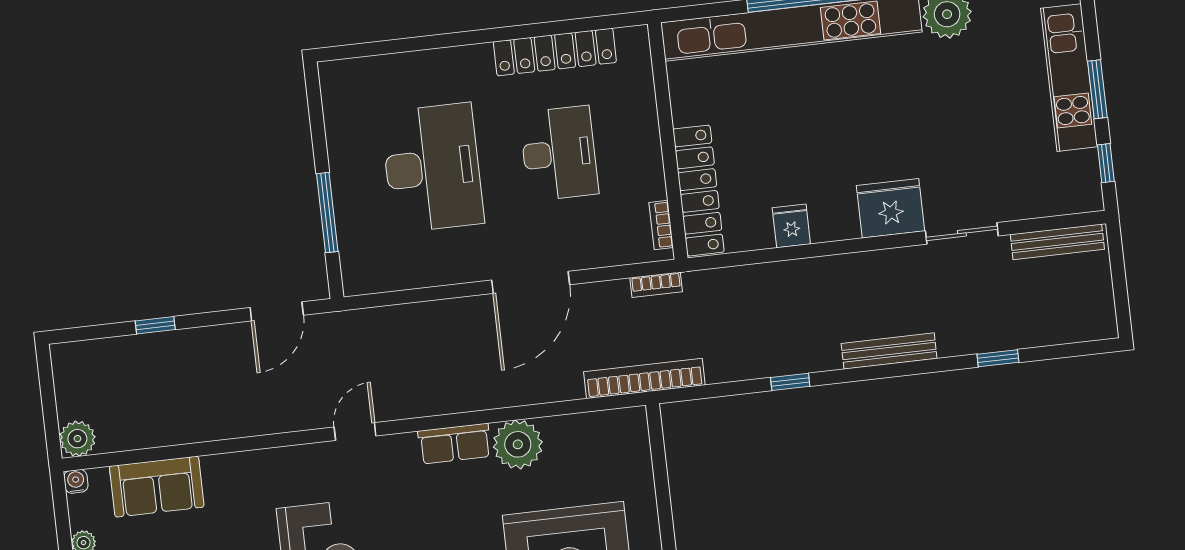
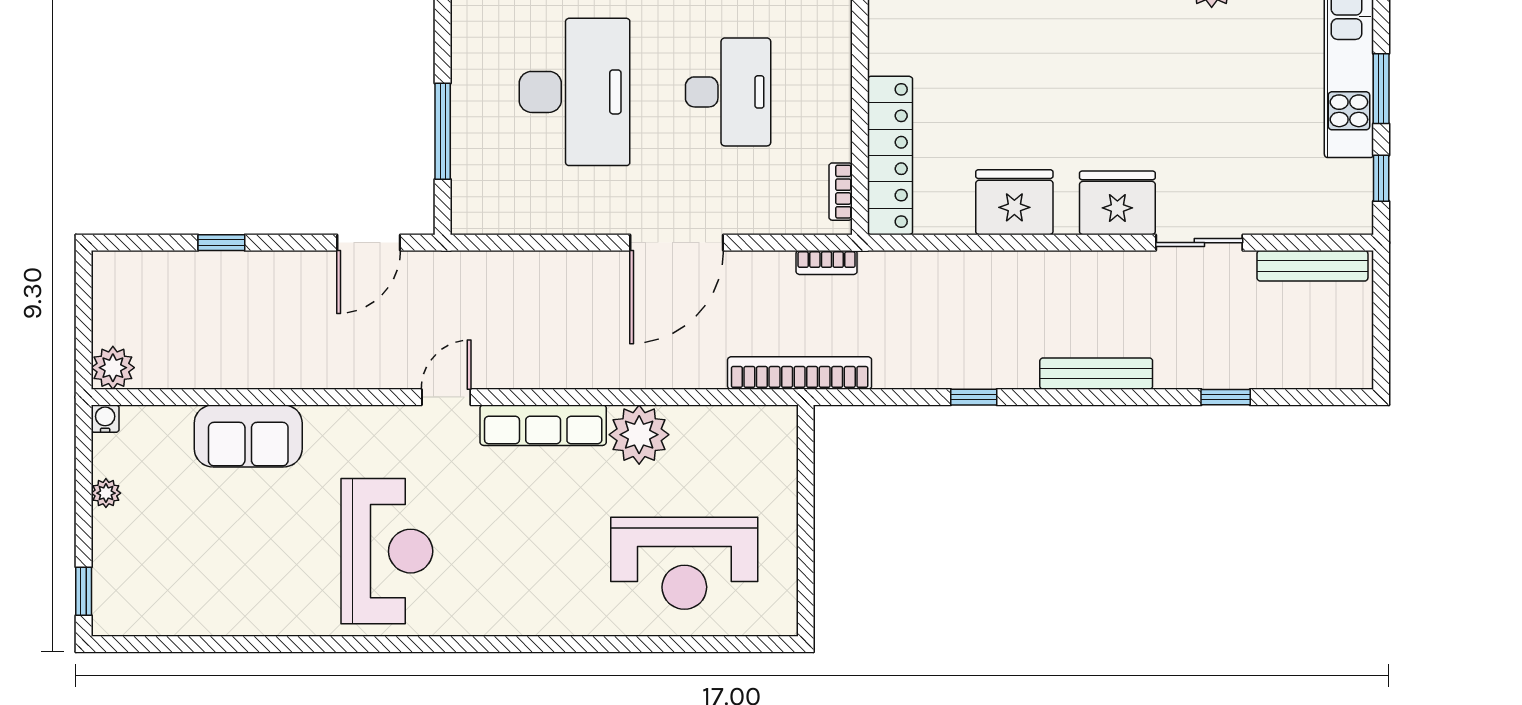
fridge: (791, 226) -> (1014, 202), width x1.88, depth x1.34
row of seats: (455, 444) -> (543, 425), width x1.48
sofa: (157, 487) -> (248, 436), moved

